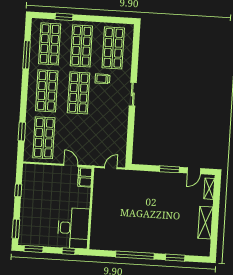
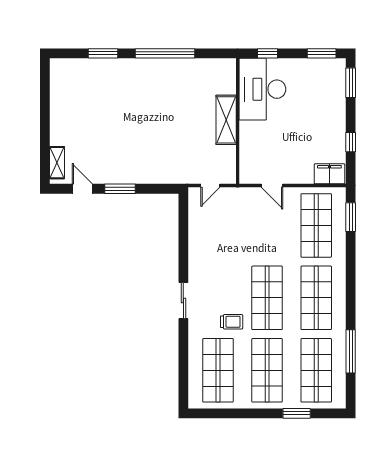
window: (22, 132) -> (351, 217), moved
door: (194, 171) -> (82, 189), hinge flipped
filing cabinet: (85, 177) -> (329, 174), moved, turned -90
shelving: (205, 223) -> (226, 120), moved

